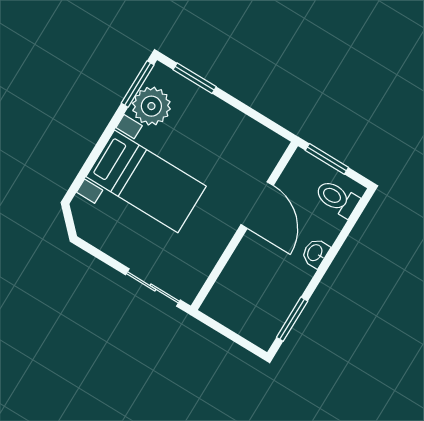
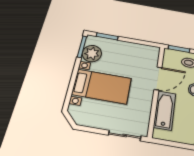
door: (257, 205) -> (158, 78), hinge flipped
bathtub: (242, 271) -> (165, 110), added

